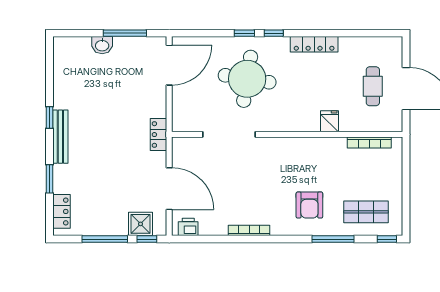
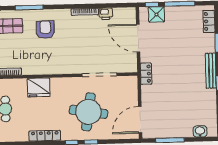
washbasin: (102, 45) -> (200, 131), moved
fridge: (329, 121) -> (39, 87), width x1.88, depth x1.34
printer: (188, 227) -> (106, 14), moved

